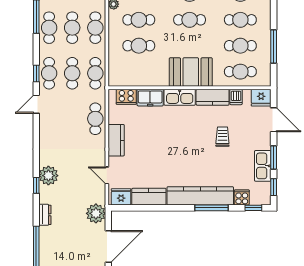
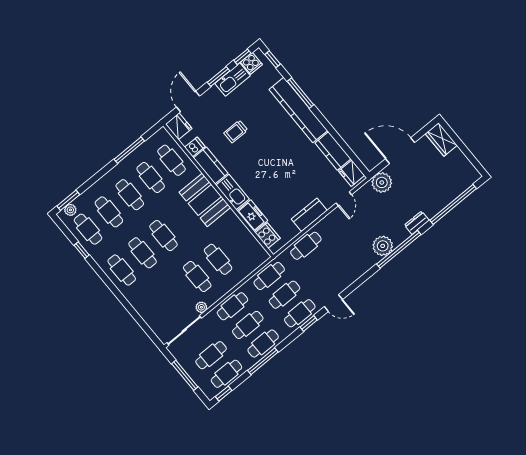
window: (36, 185) -> (399, 249), width x3.17
cooker: (242, 197) -> (251, 63), moved, turned -90

